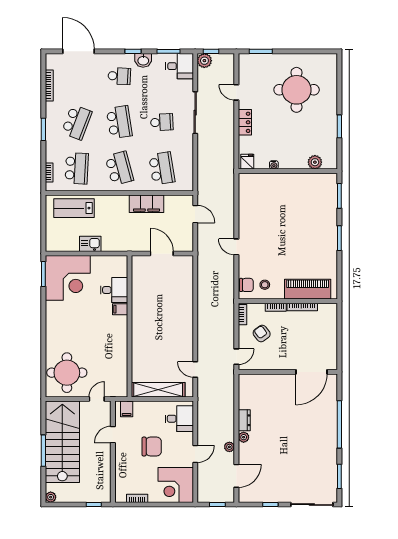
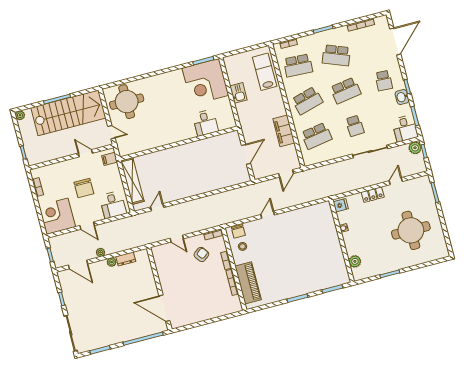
filing cabinet: (120, 309) -> (191, 132), removed
wall: (288, 372) -> (159, 289), moved
door: (311, 372) -> (164, 308), moved

